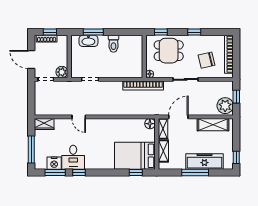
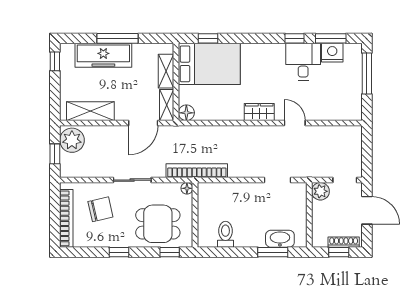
toilet: (113, 44) -> (225, 234), moved
wardrobe: (44, 124) -> (259, 112), moved

